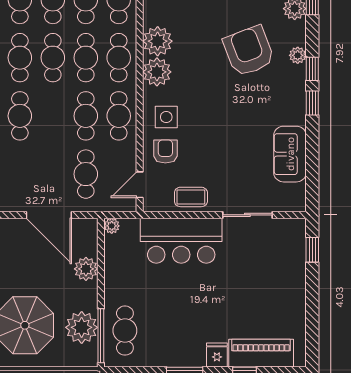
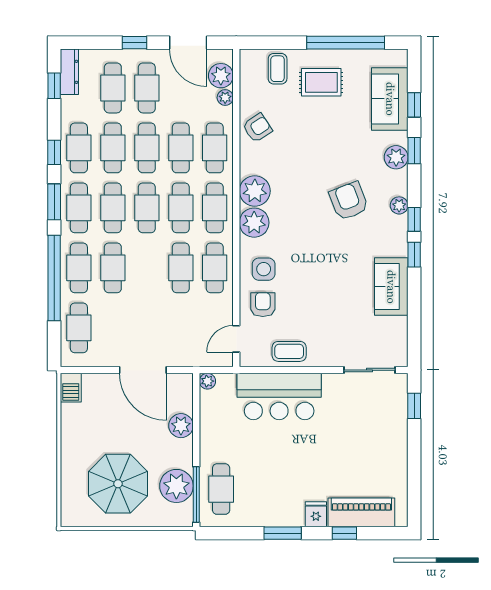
armchair: (249, 51) -> (349, 201), width x0.73, depth x0.73
sofa: (290, 154) -> (391, 287), moved
cafe table: (86, 174) -> (181, 328), removed
sliding door: (247, 215) -> (369, 370), moved

